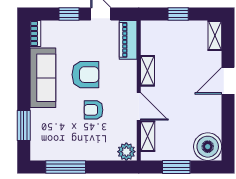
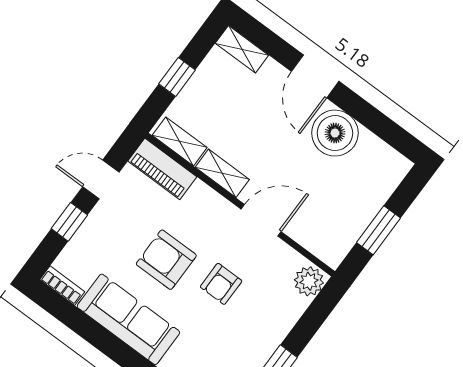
armchair: (85, 75) -> (166, 260), turned -90
shelving: (148, 136) -> (180, 141), moved
boiler: (208, 147) -> (335, 133), moved

